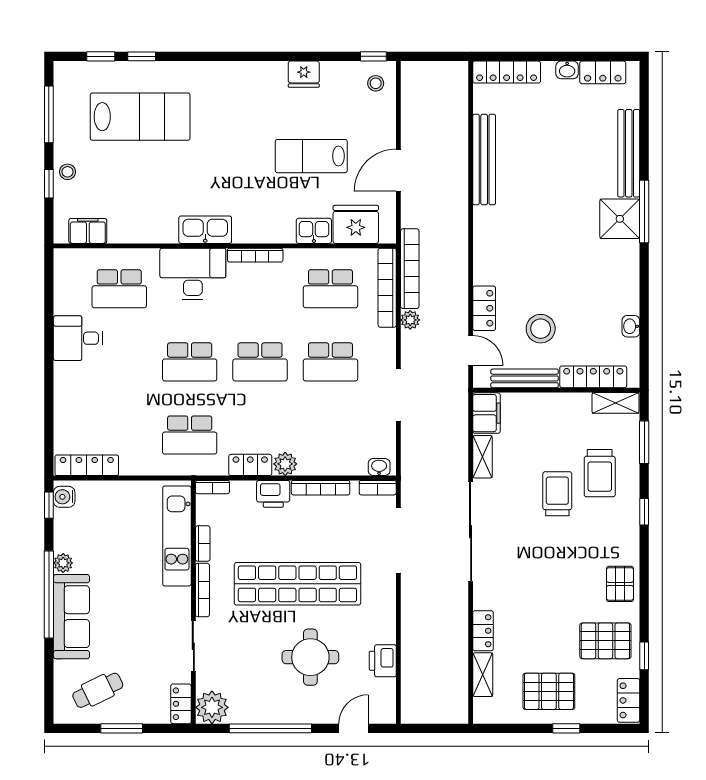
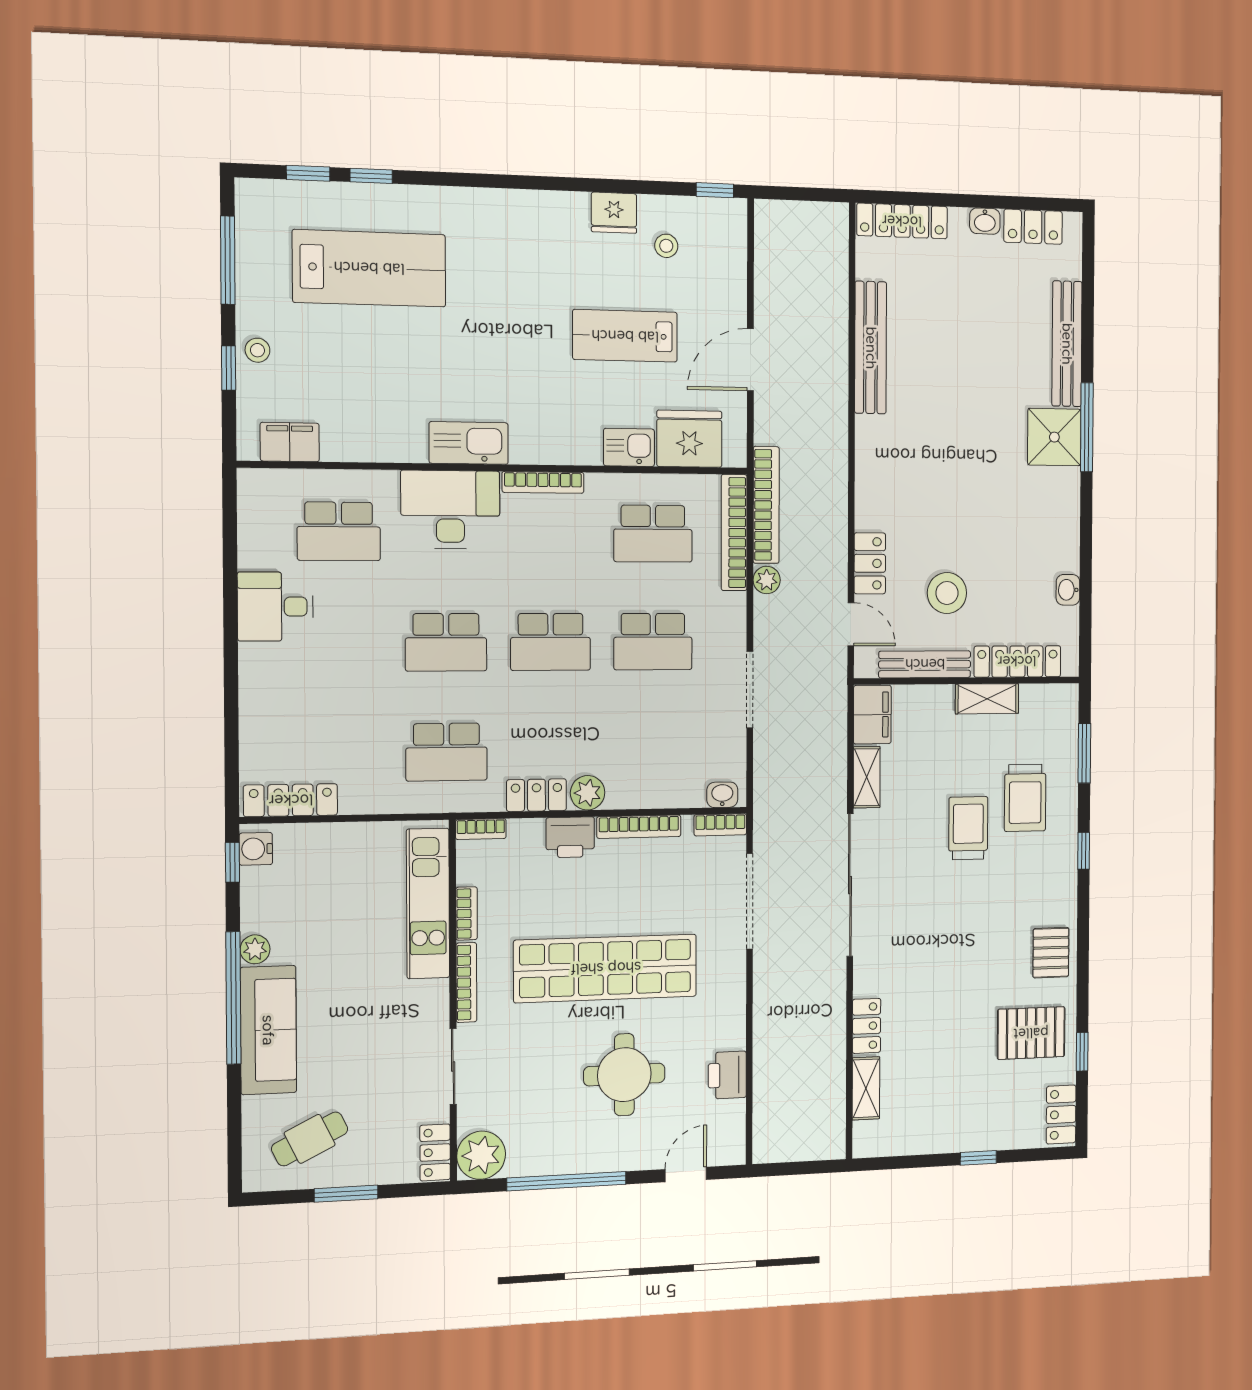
stool: (376, 83) -> (666, 246), moved
shelving: (615, 403) -> (987, 699), moved
pallet: (549, 691) -> (955, 1107), removed

